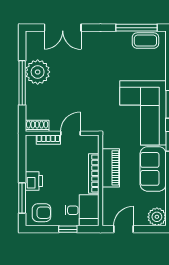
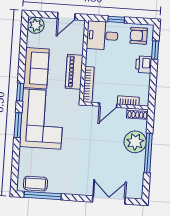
plant: (38, 72) -> (135, 142), moved
bookcase: (94, 173) -> (88, 85), moved
window: (22, 198) -> (155, 50), width x0.67

